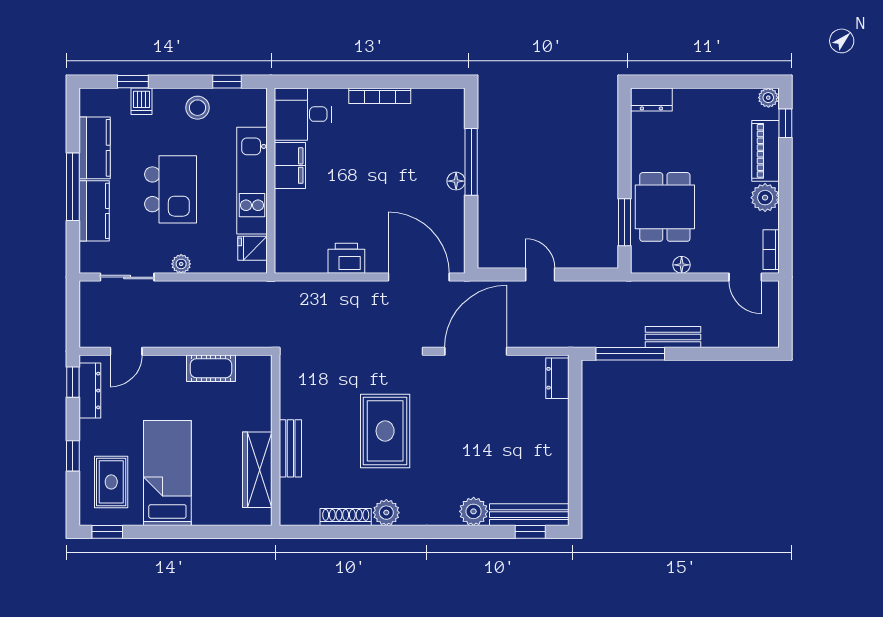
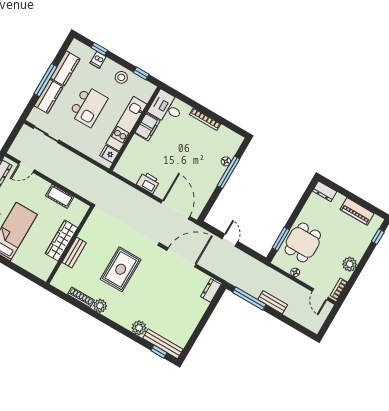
plant: (768, 98) -> (377, 221), removed
piano: (765, 151) -> (357, 211), moved, turned -90
floor lamp: (456, 181) -> (226, 161), moved
plant: (181, 264) -> (74, 142), removed
wardrobe: (257, 470) -> (61, 241), moved

